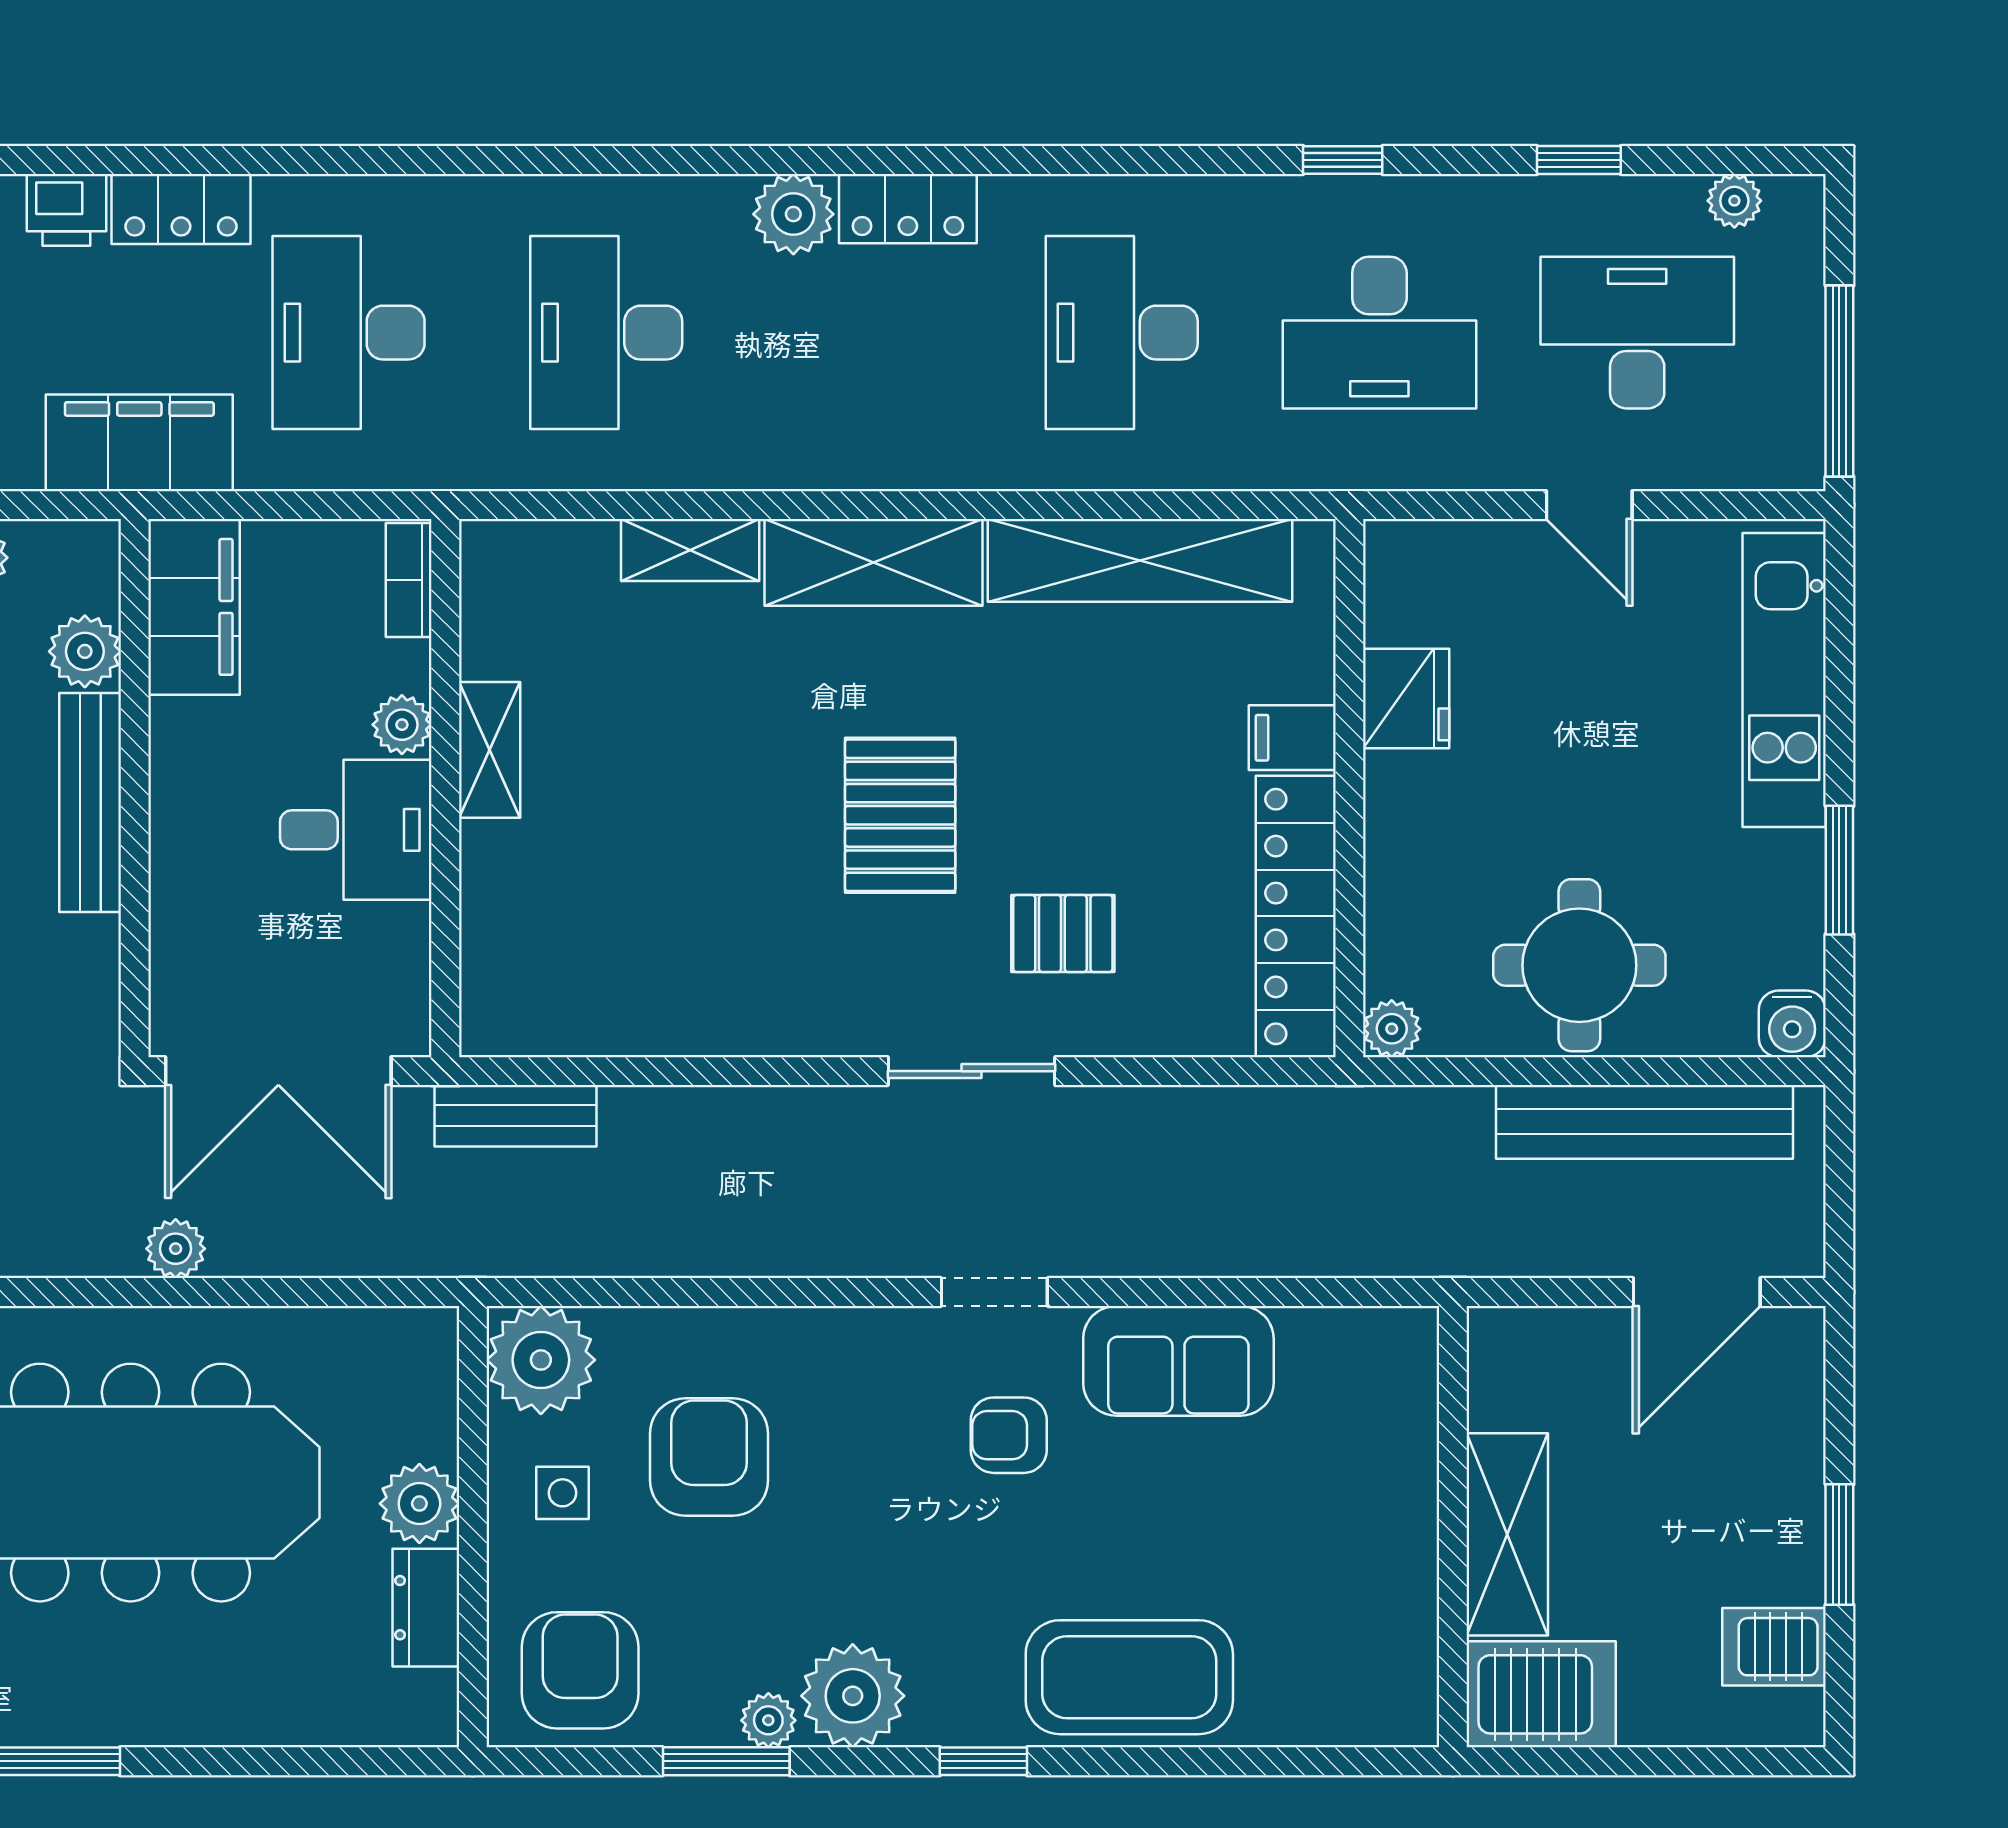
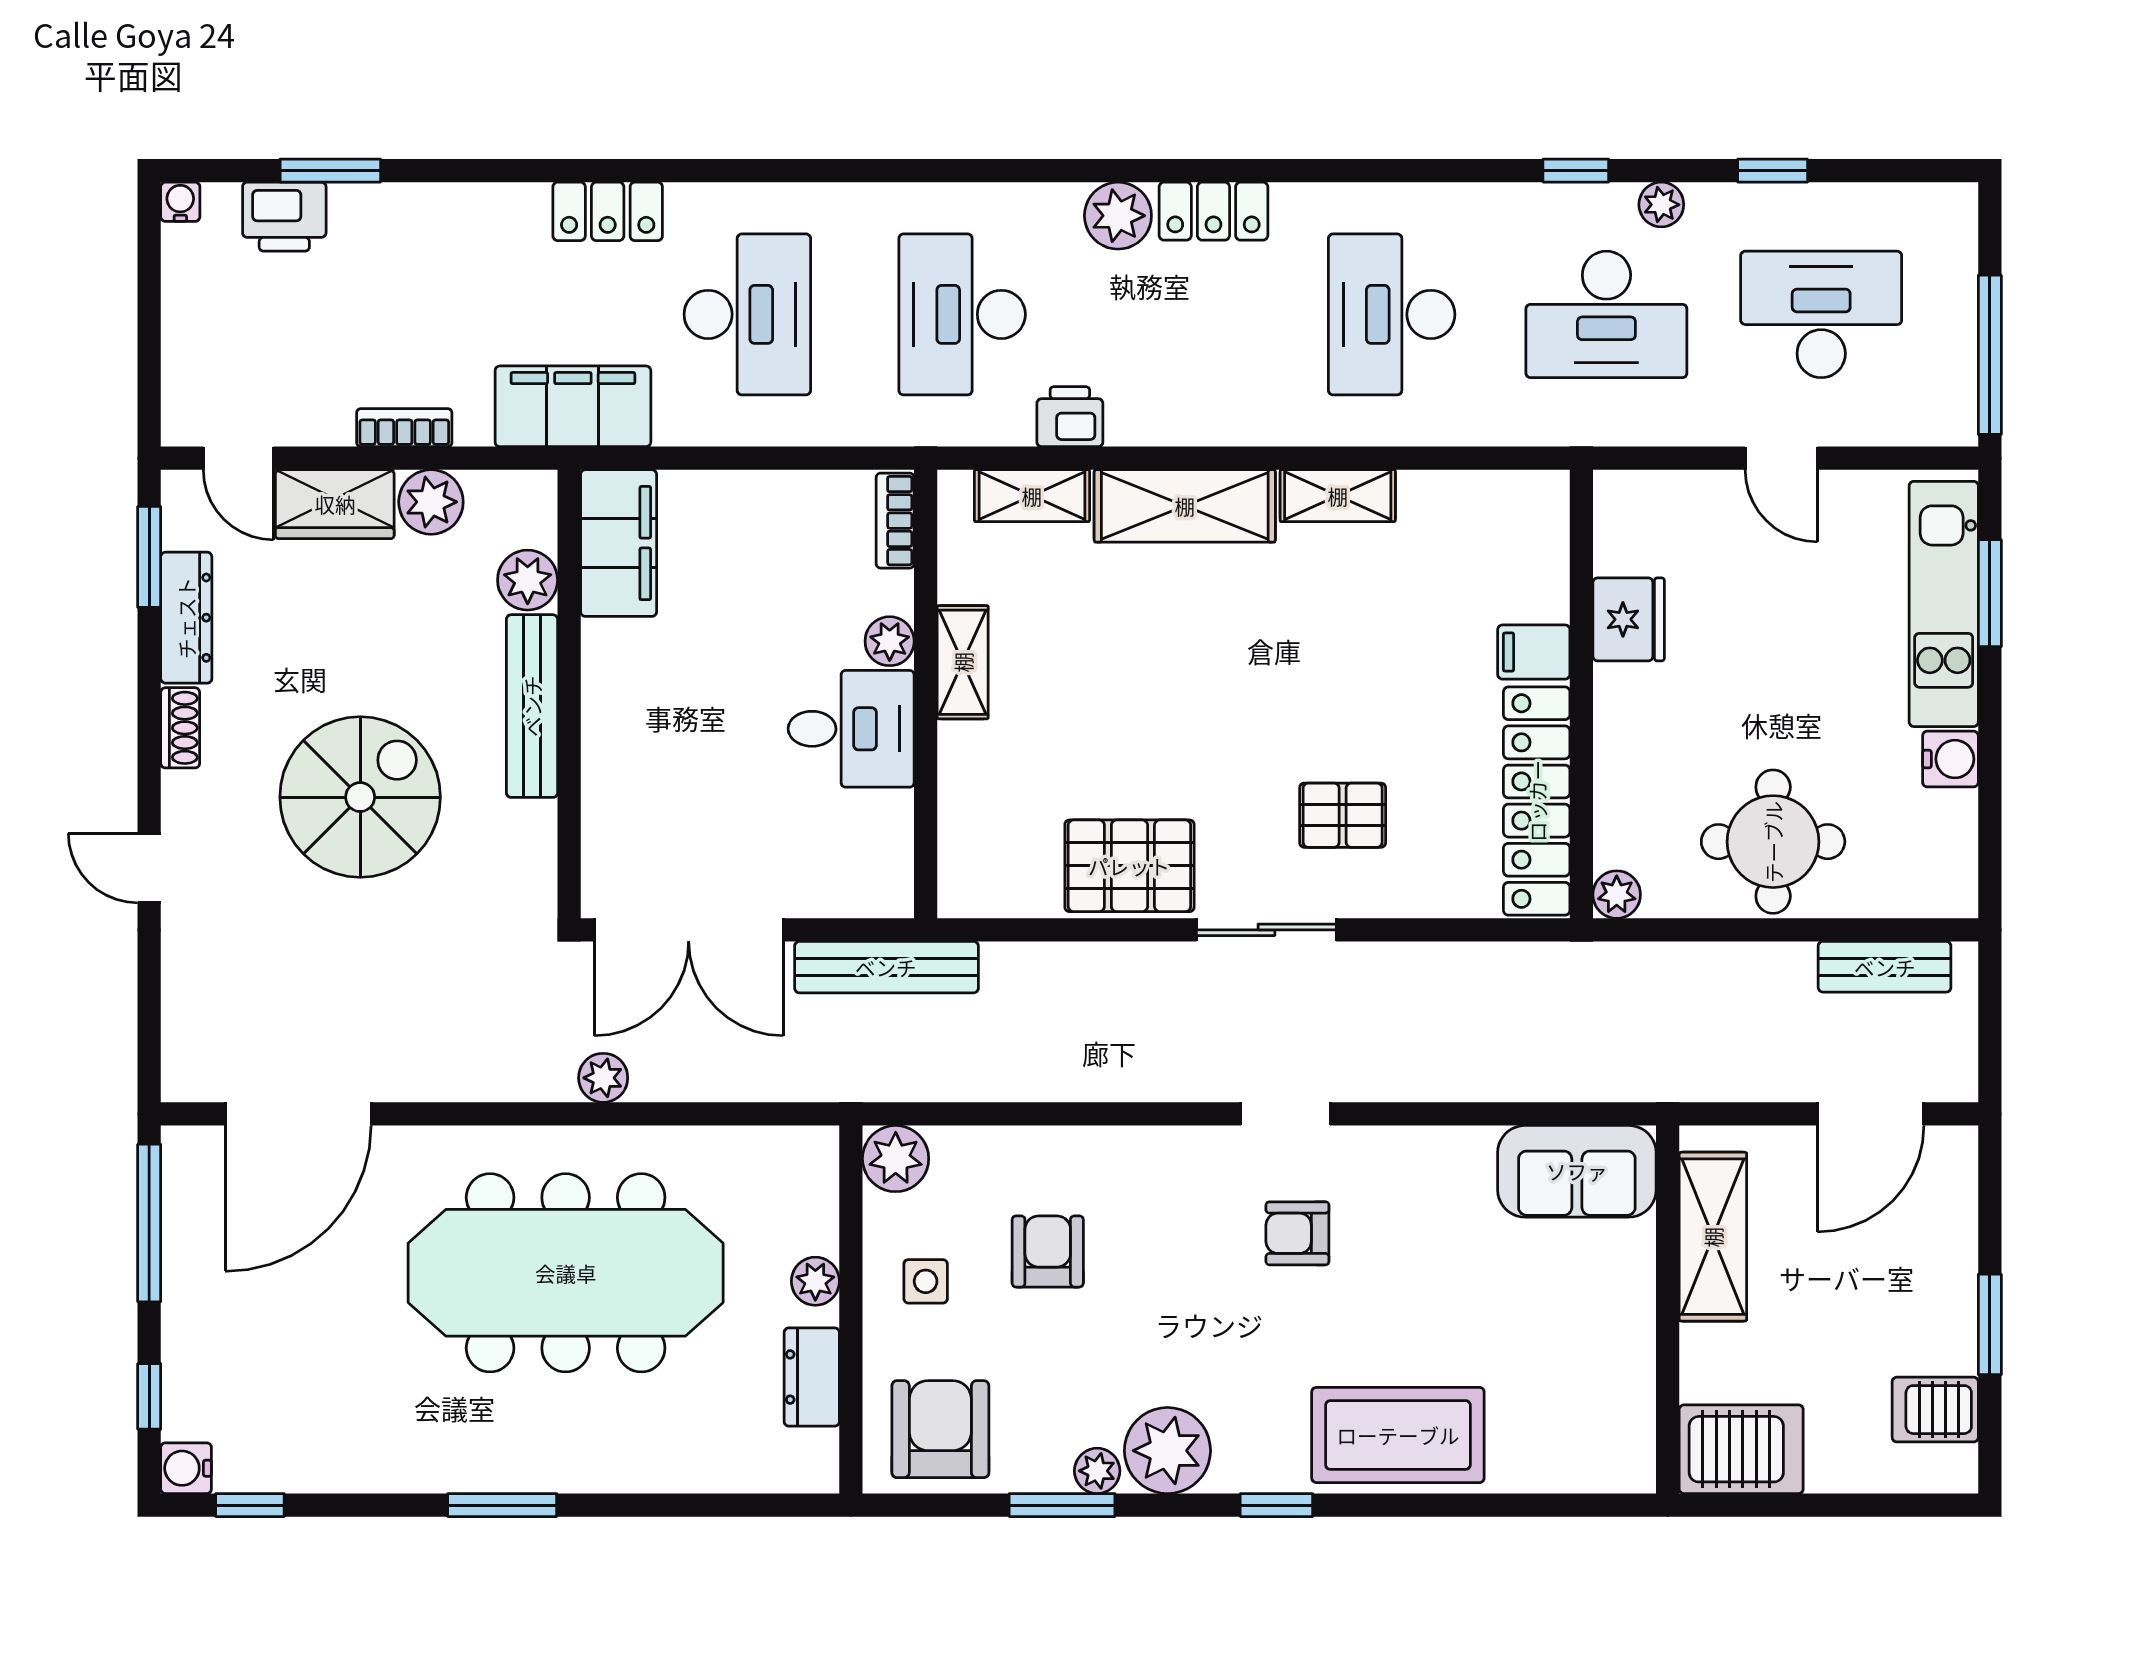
plant: (1734, 201) -> (1661, 205), moved
printer: (66, 210) -> (1070, 417), moved, turned 180
desk: (349, 333) -> (747, 314), turned 180
shelving: (1140, 560) -> (1338, 496), width x0.45, depth x0.75
bookcase: (409, 580) -> (895, 521), moved
plant: (402, 725) -> (890, 641), moved
shelving: (490, 750) -> (963, 662), moved
wall: (445, 788) -> (926, 694), moved
pallet: (900, 815) -> (1129, 866), moved, turned 90
desk: (356, 830) -> (851, 729), moved
window: (1839, 870) -> (1990, 593), moved
water cooler: (1792, 1024) -> (1950, 759), moved, turned -90
bench: (516, 1116) -> (886, 967), width x1.36
bench: (1644, 1122) -> (1885, 967), width x0.54, depth x0.82
plant: (541, 1360) -> (896, 1159), width x0.73, depth x0.73
sofa: (1178, 1361) -> (1577, 1171), moved
armchair: (709, 1457) -> (1048, 1251), width x0.72, depth x0.72
plant: (419, 1504) -> (815, 1281), width x0.73, depth x0.73
shelving: (1507, 1534) -> (1713, 1237), moved

